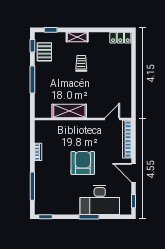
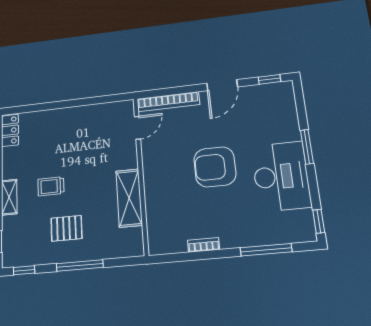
pallet: (44, 52) -> (66, 228), moved
door: (112, 119) -> (137, 128), swing flipped
desk: (100, 200) -> (281, 176), moved

